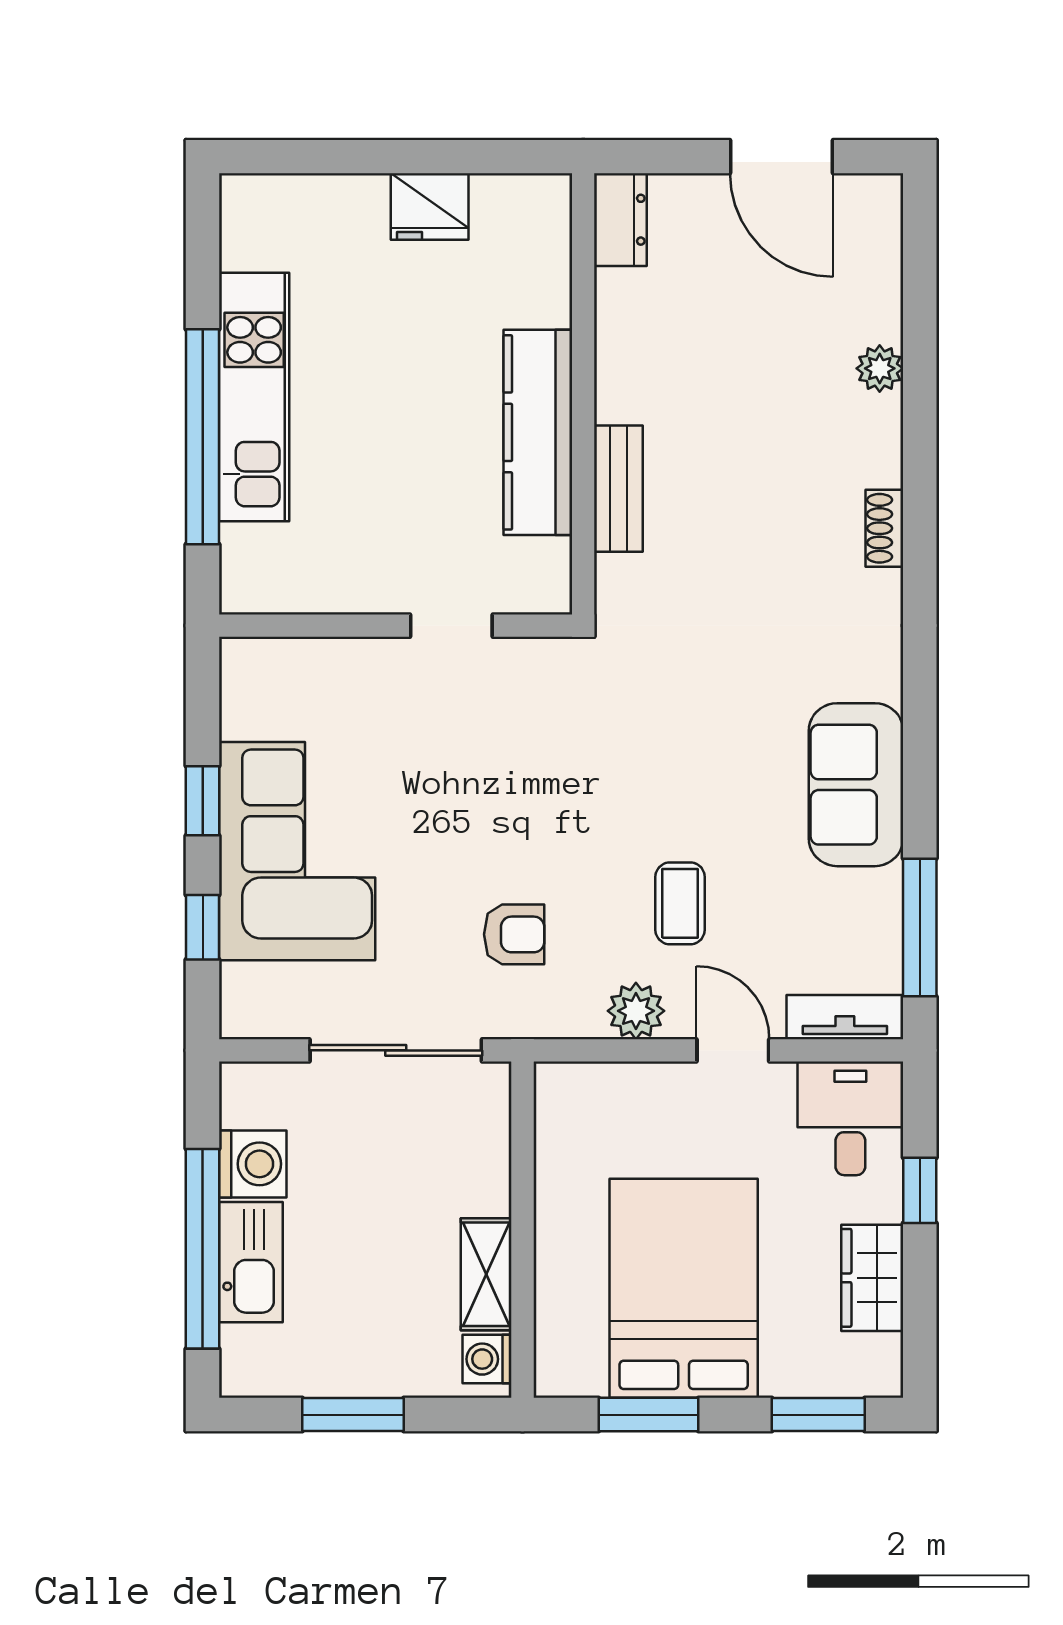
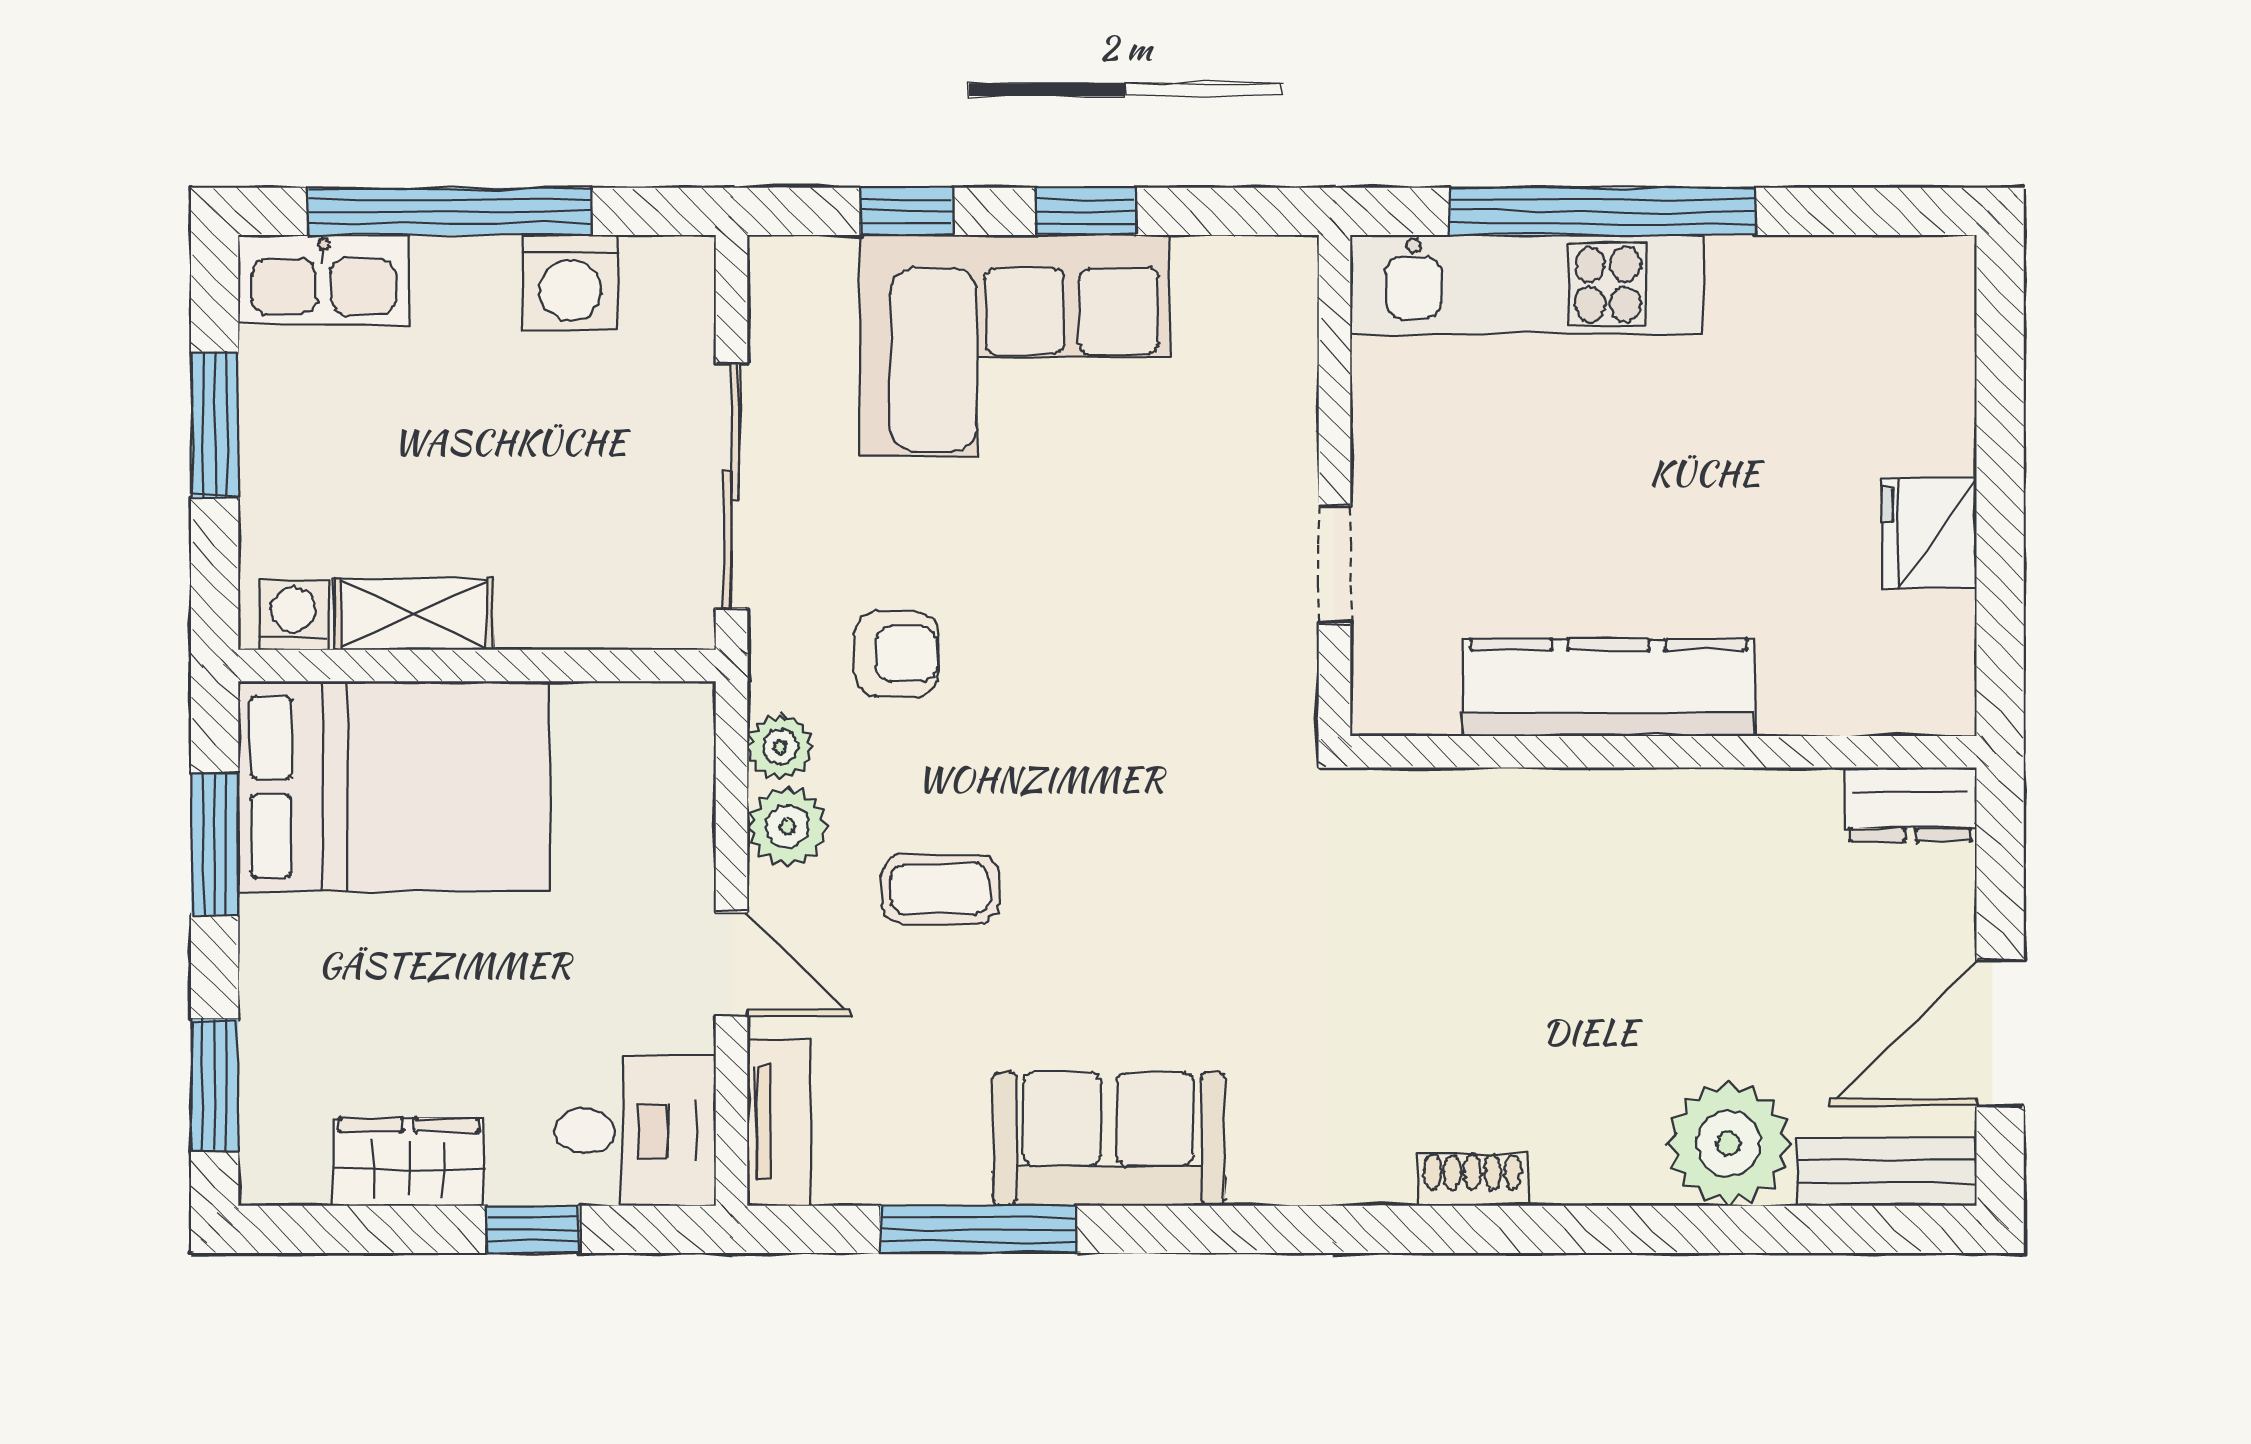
plant: (880, 368) -> (1728, 1143), width x1.87, depth x1.87
kitchen unit: (254, 397) -> (1526, 285), moved
bench: (618, 489) -> (1887, 1172), moved
window: (920, 928) -> (978, 1229), moved
armchair: (514, 934) -> (896, 654), turned -90
plant: (580, 1016) -> (780, 747), added
door: (733, 1050) -> (732, 964), hinge flipped
kitchen sink: (251, 1262) -> (324, 280), moved
bed: (684, 1288) -> (394, 786), moved

